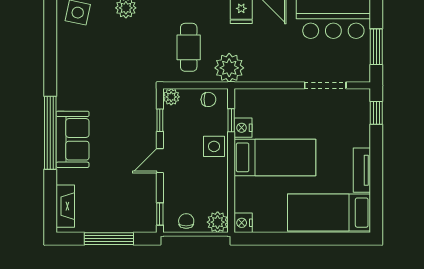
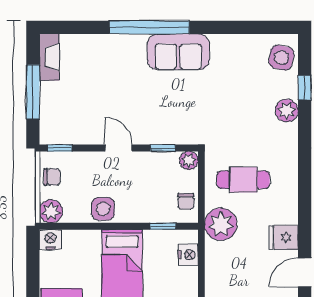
nightstand: (243, 128) -> (188, 255), moved, turned 90
sofa: (73, 139) -> (178, 52), moved
side table: (214, 146) -> (103, 209), moved
fireplace: (65, 206) -> (49, 57), moved, turned -90

